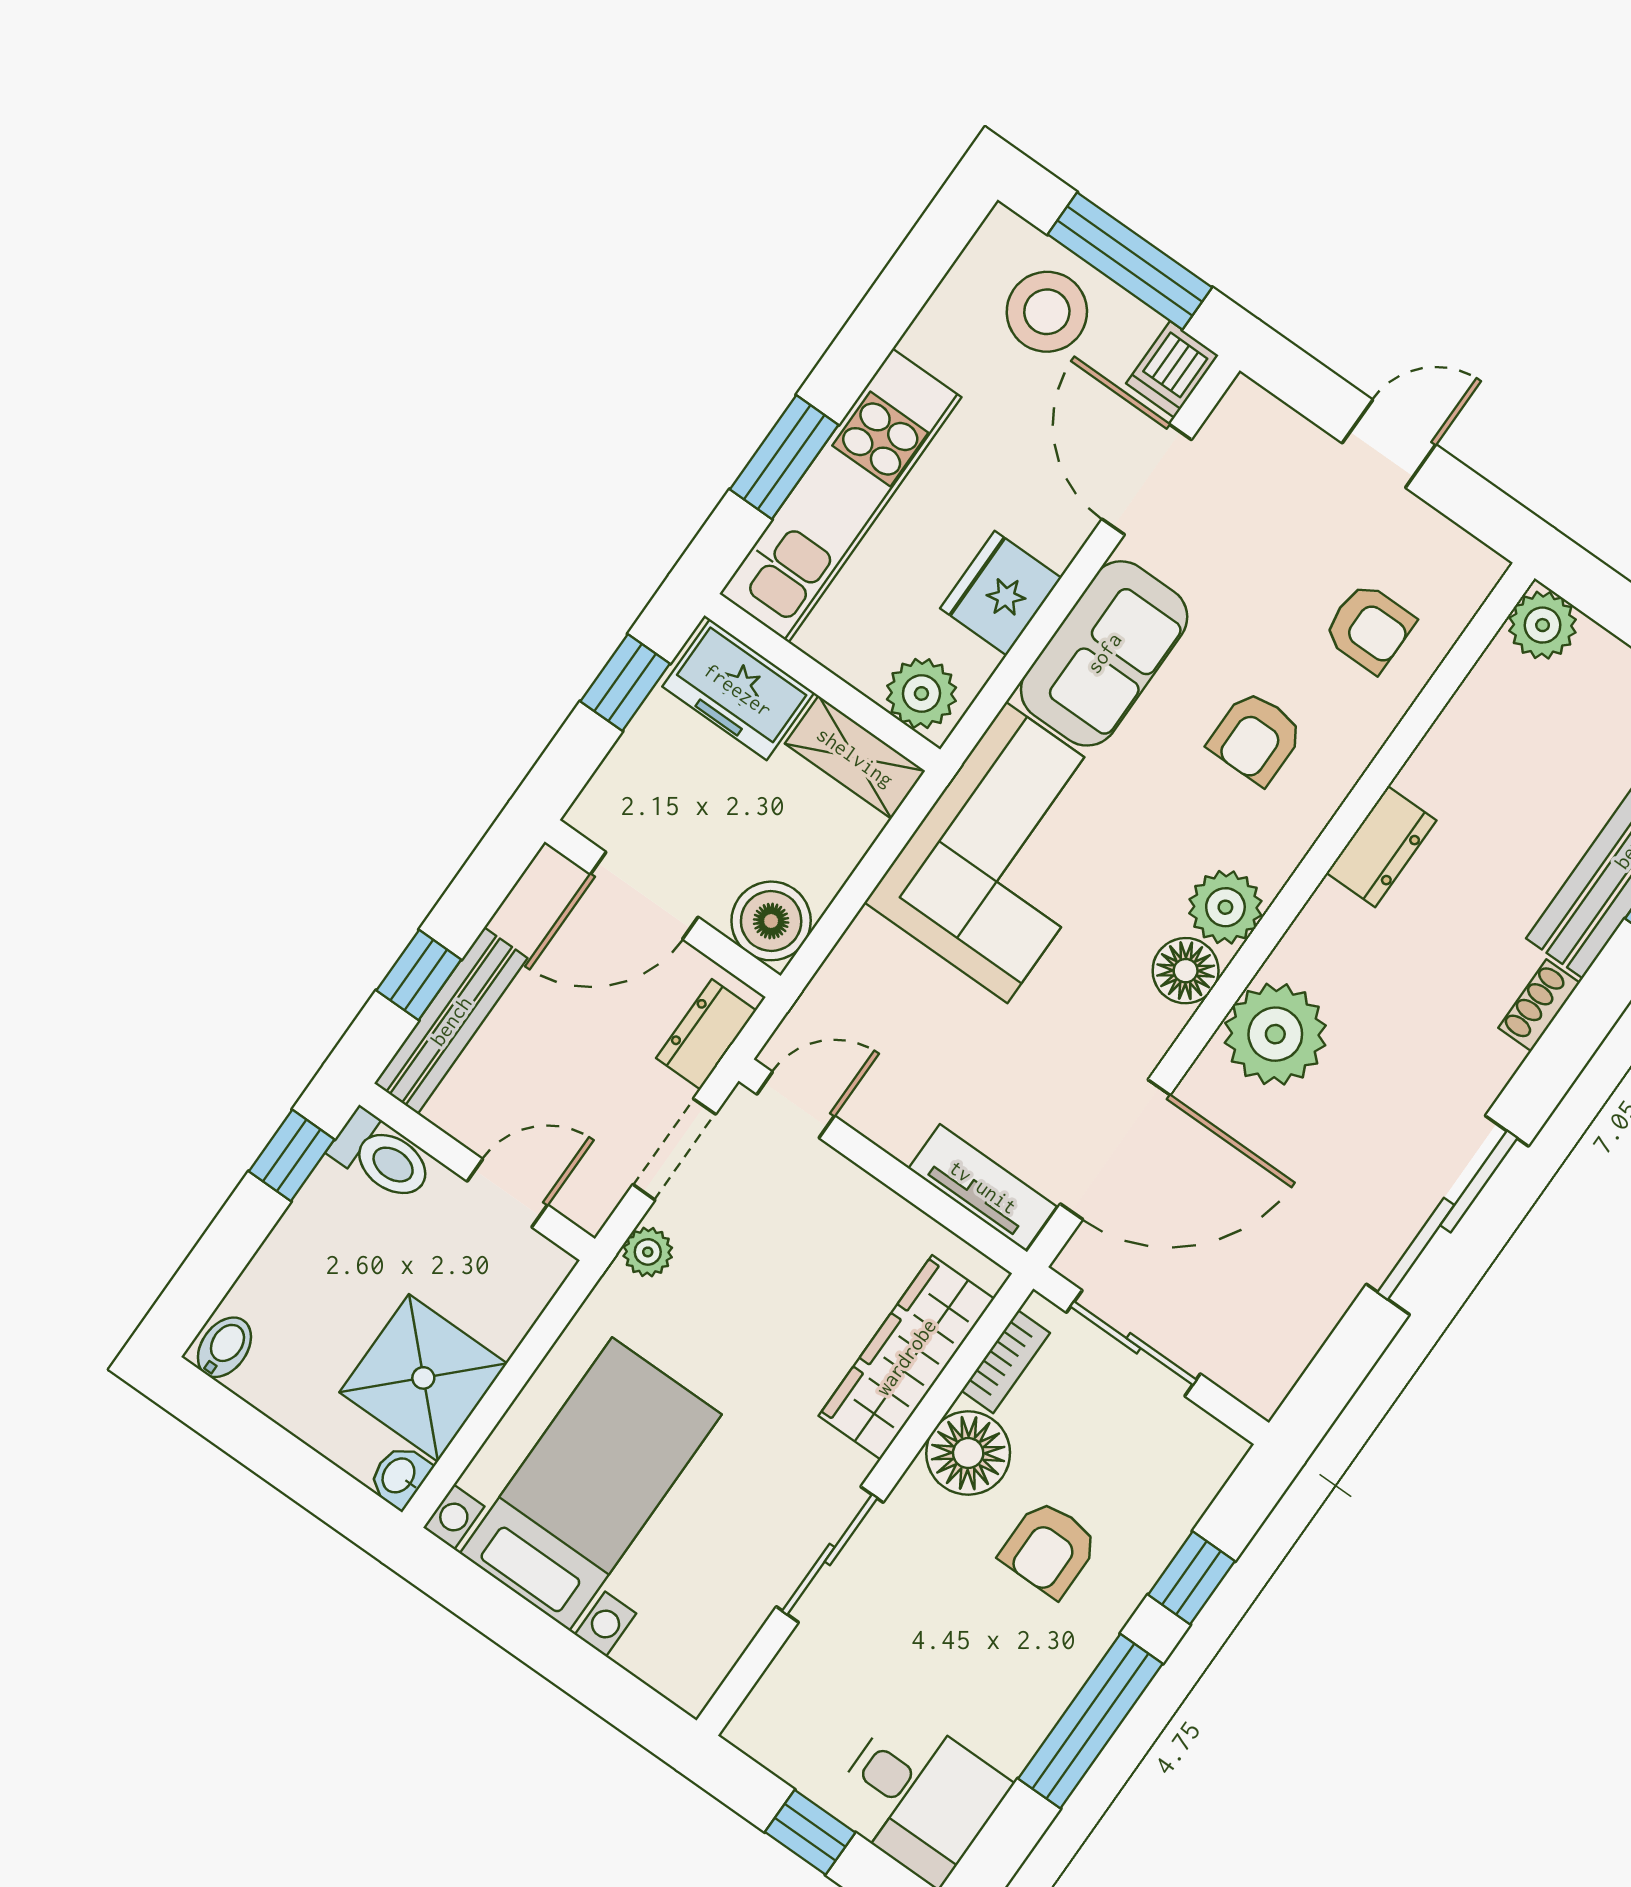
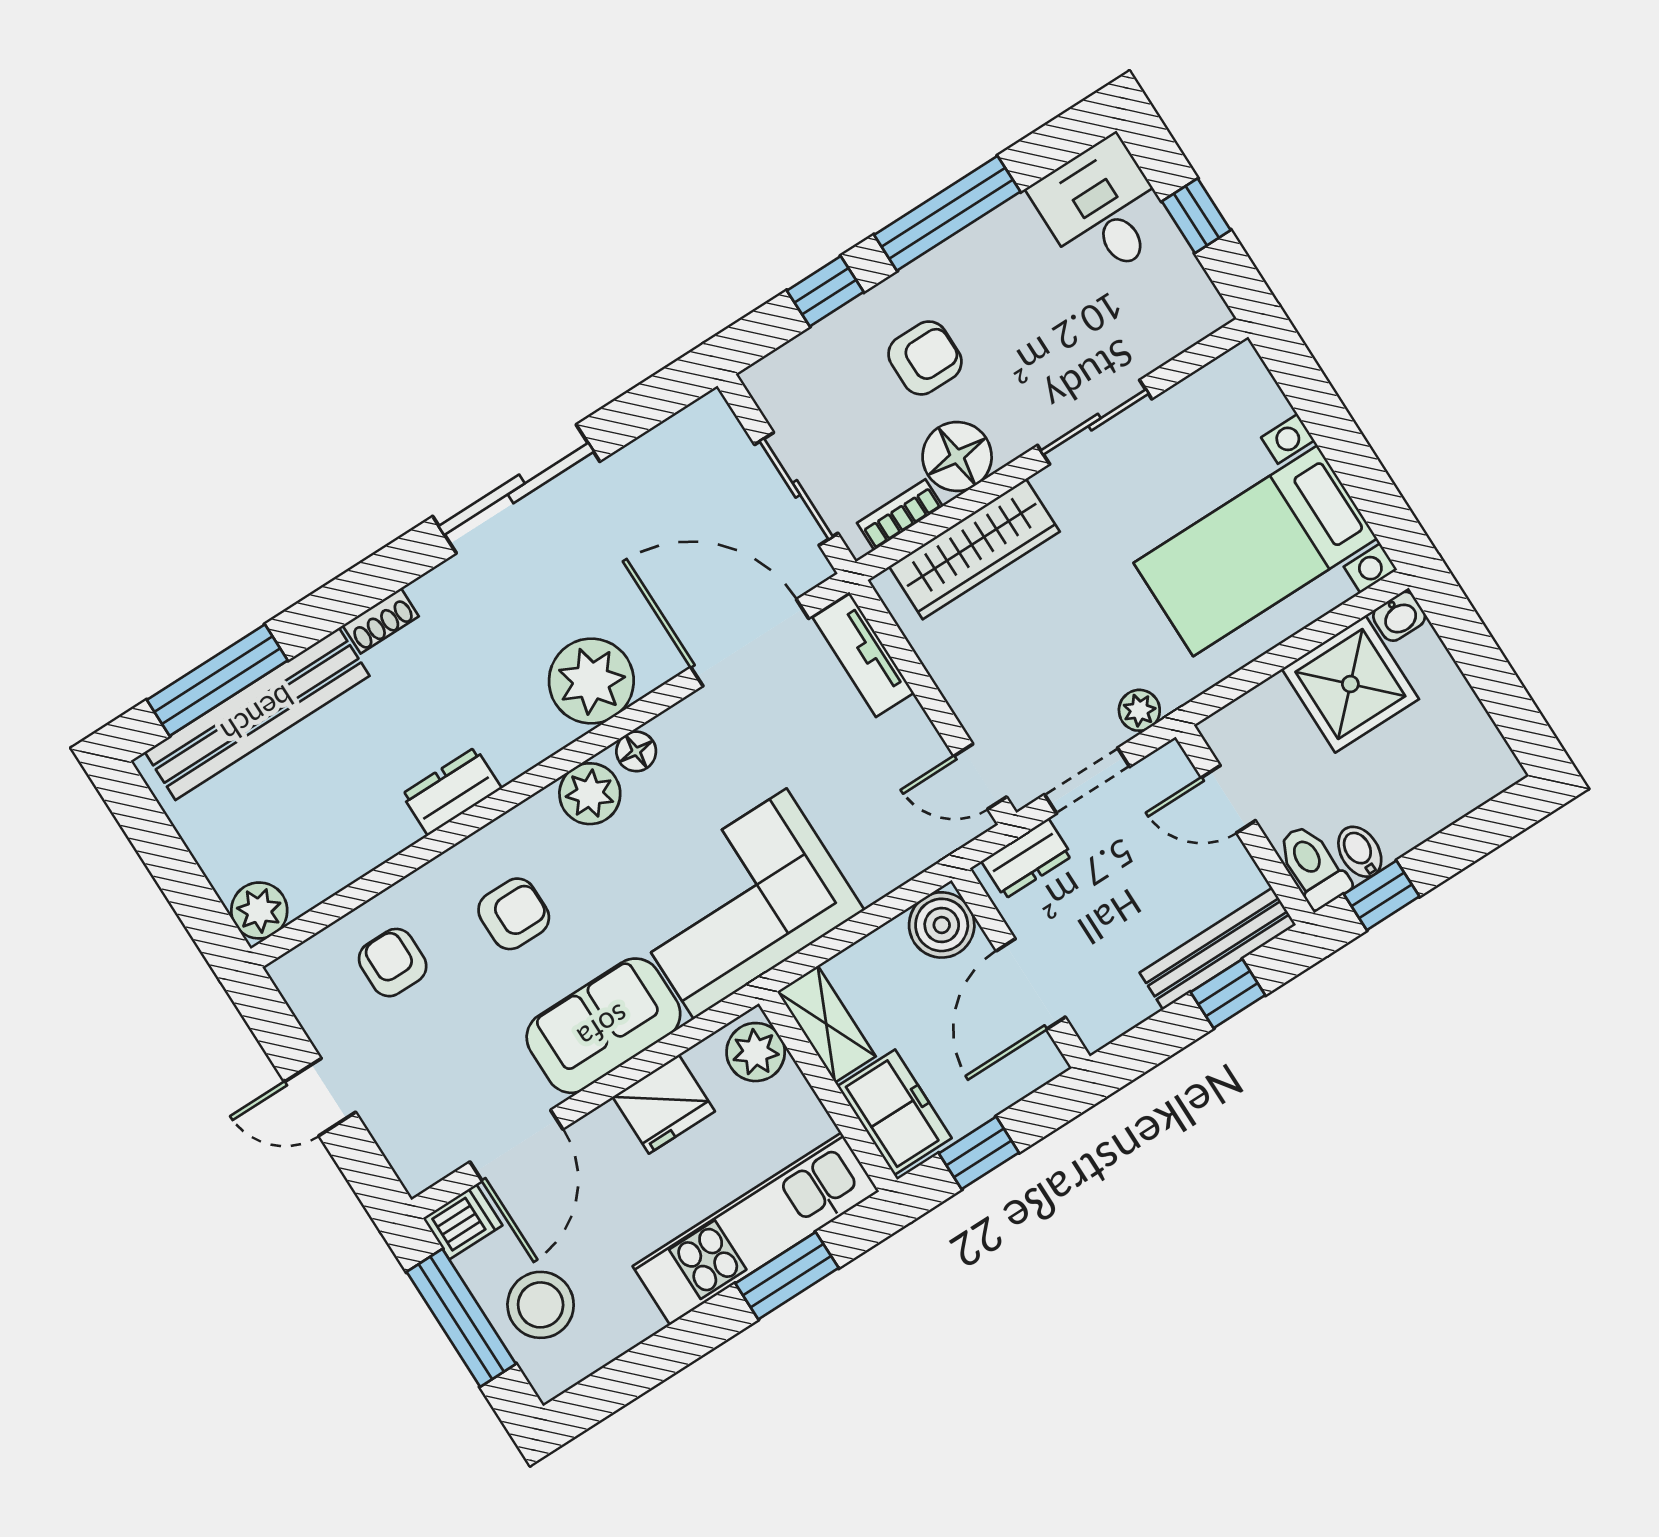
door: (644, 896) -> (1031, 984), swing flipped
floor lamp: (1186, 971) -> (636, 751), width x0.73, depth x0.73
bidet: (224, 1347) -> (1360, 852), moved, turned 90

